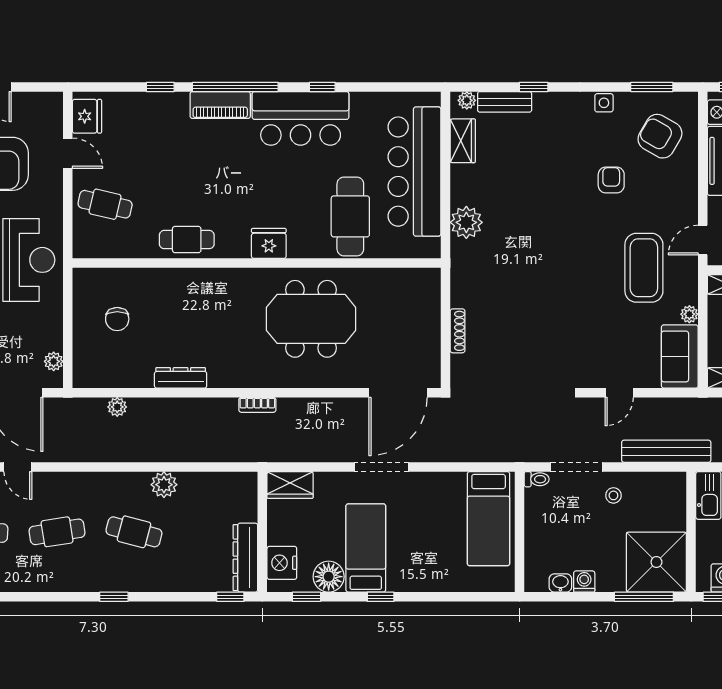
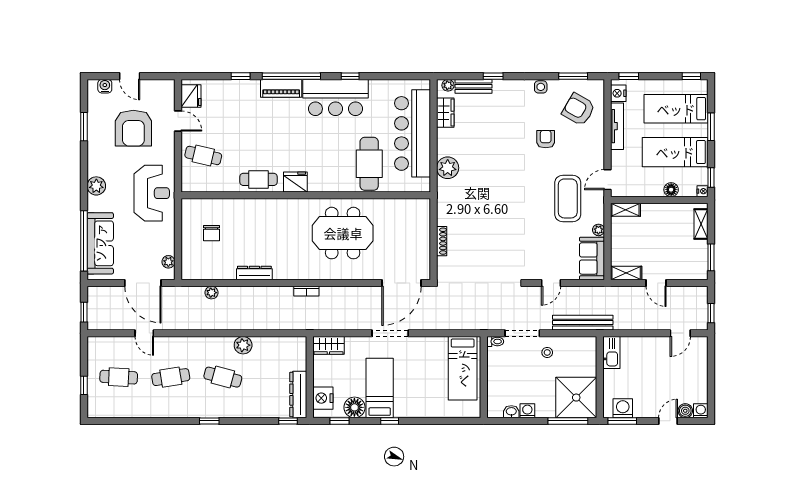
fridge: (269, 243) -> (295, 182), moved

